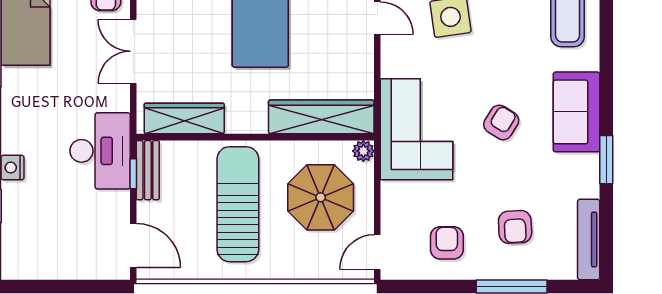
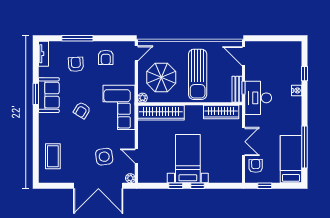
sofa: (576, 112) -> (49, 95), moved
tv unit: (589, 239) -> (43, 54), width x0.71

